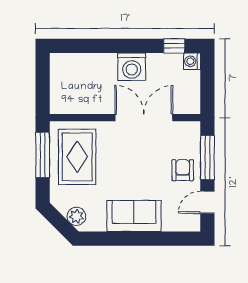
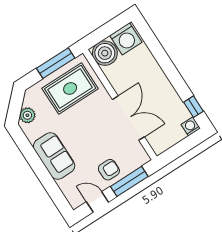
washing machine: (132, 67) -> (126, 39), moved, turned -90
boiler: (64, 100) -> (105, 53), added

